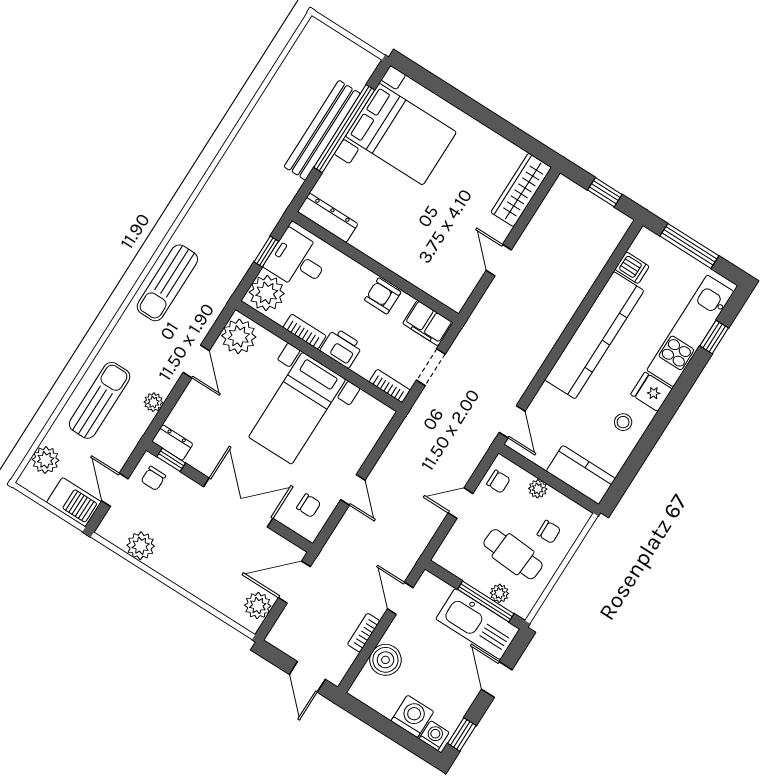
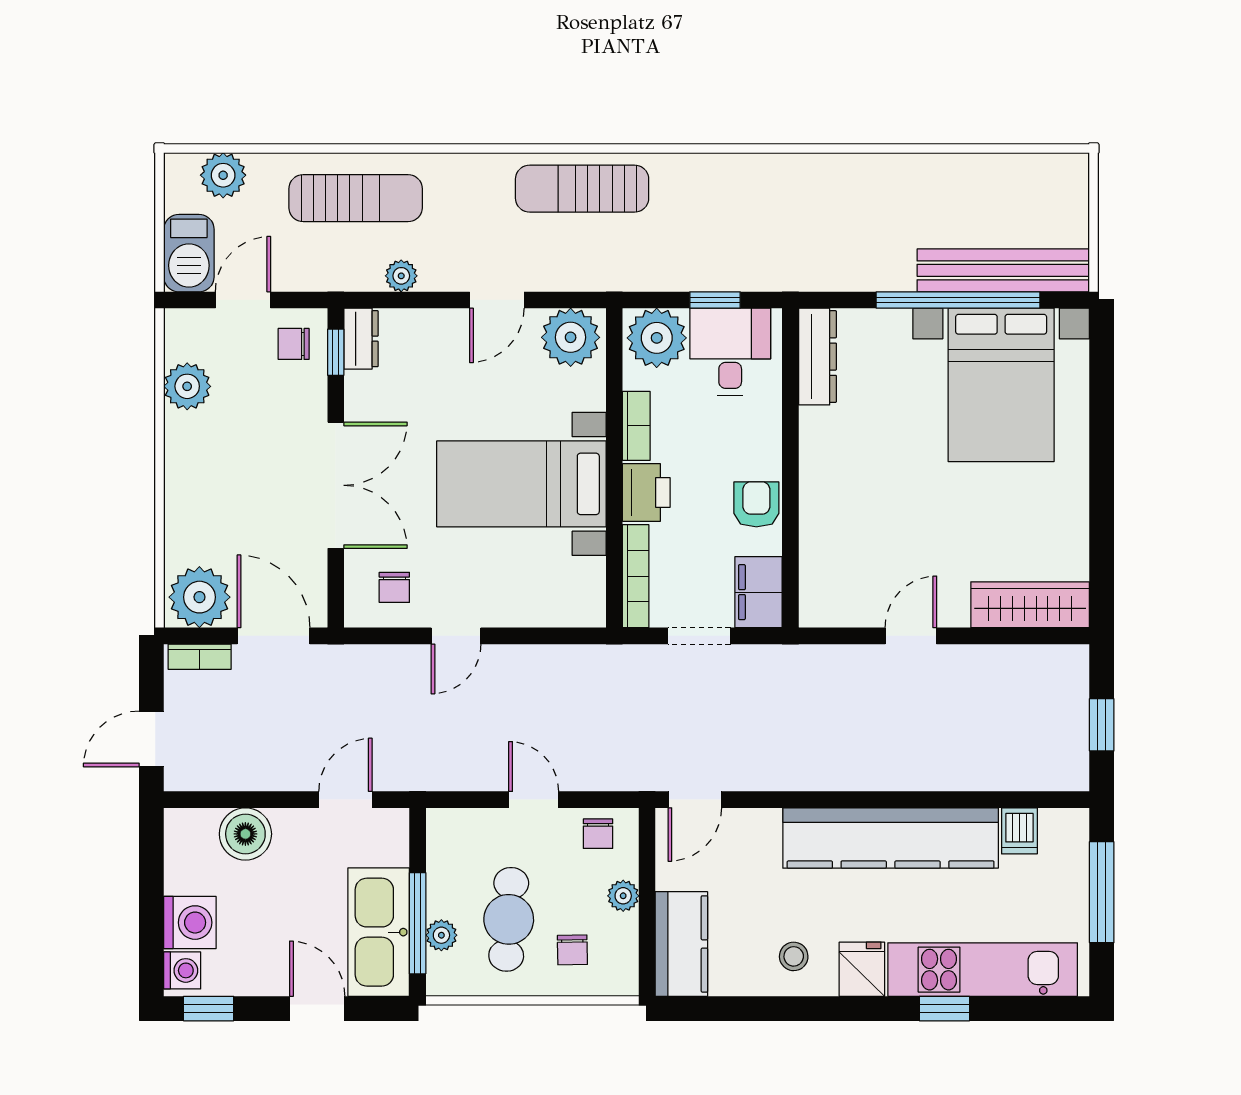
bench: (322, 130) -> (1003, 270), moved
window: (714, 337) -> (944, 1009), moved
bookcase: (390, 386) -> (636, 576), width x1.56
plant: (258, 606) -> (199, 597), width x1.36, depth x1.36
bookcase: (364, 633) -> (200, 657), moved, turned 180
door: (497, 680) -> (317, 1009), hinge flipped

